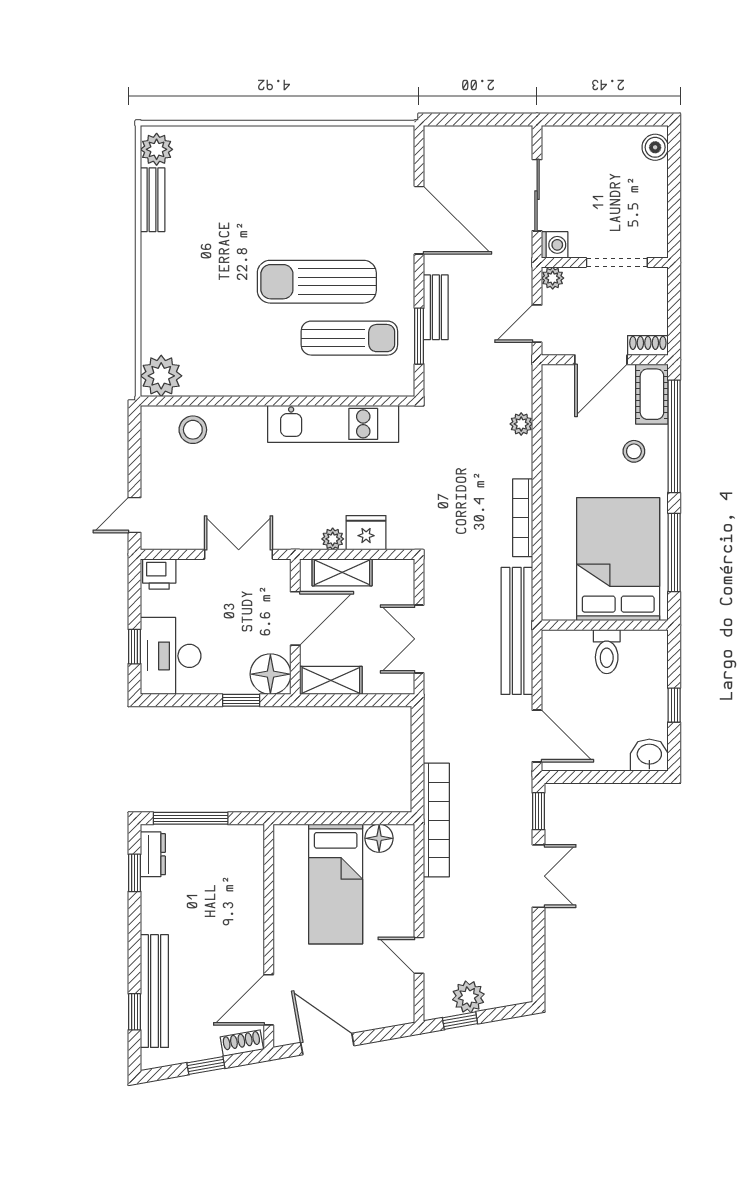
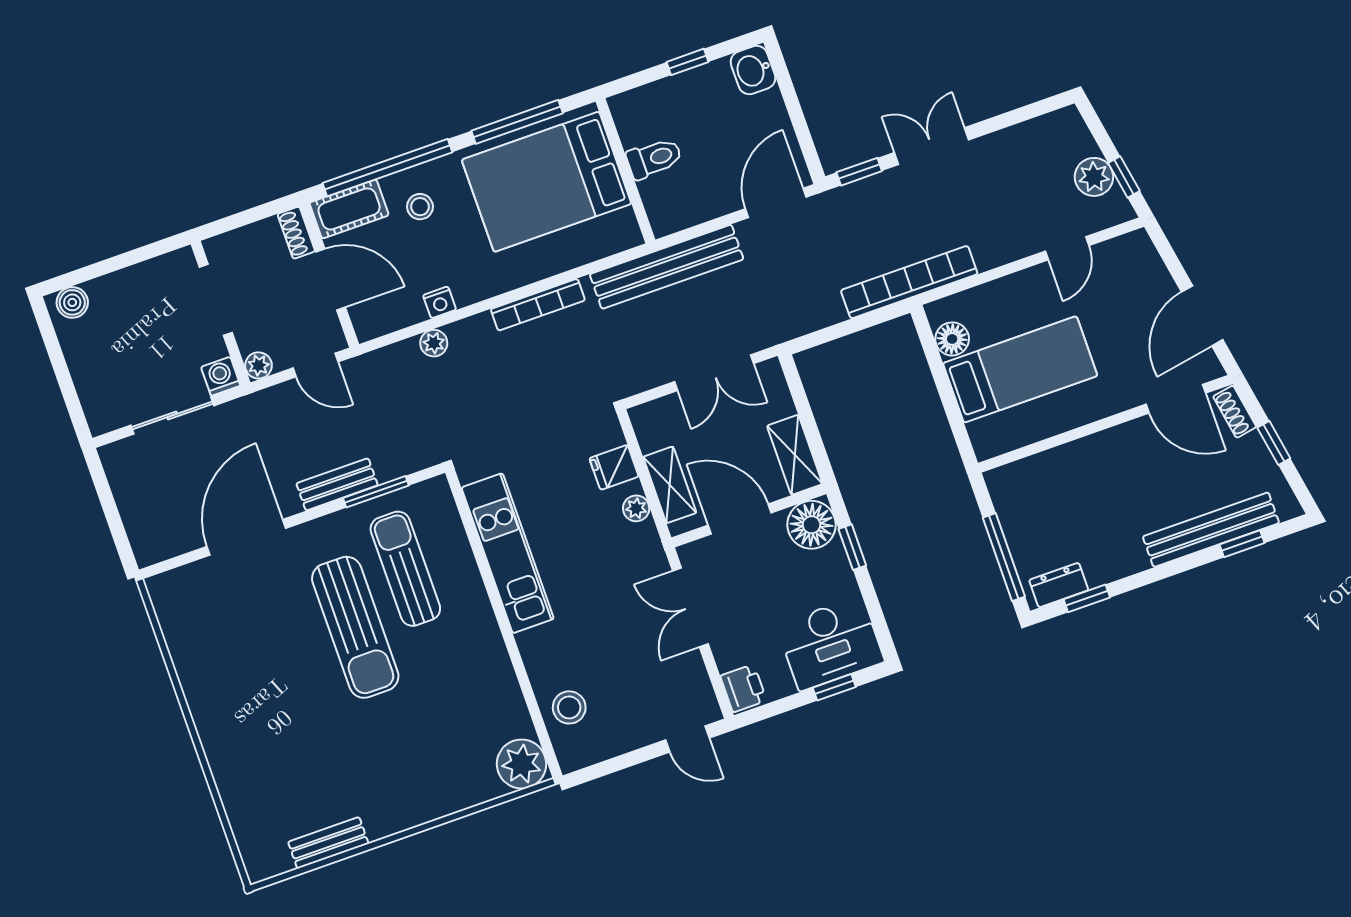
plant: (157, 149) -> (271, 858), removed
nightstand: (552, 440) -> (440, 302), added
fridge: (366, 533) -> (614, 467), width x0.72

